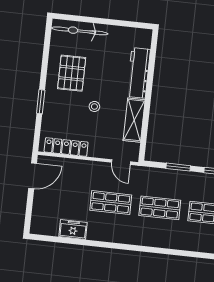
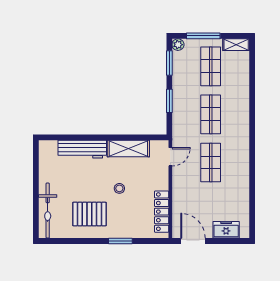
freezer: (73, 230) -> (226, 230), moved, turned 90

